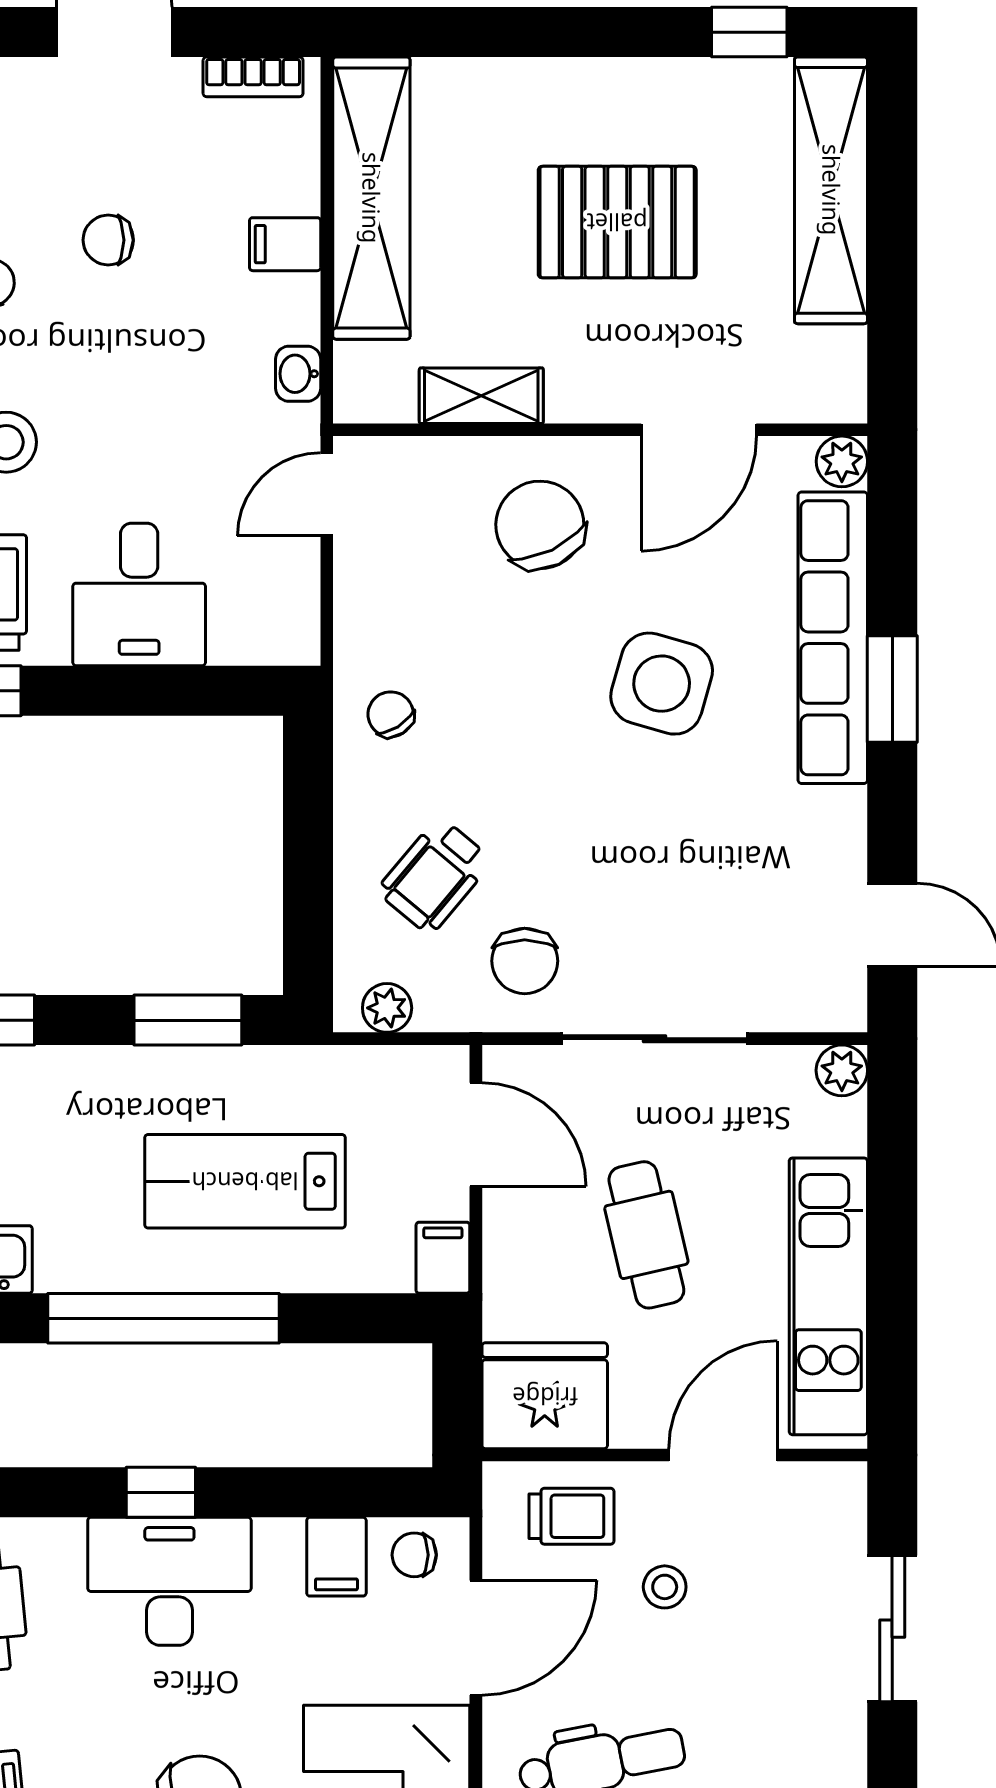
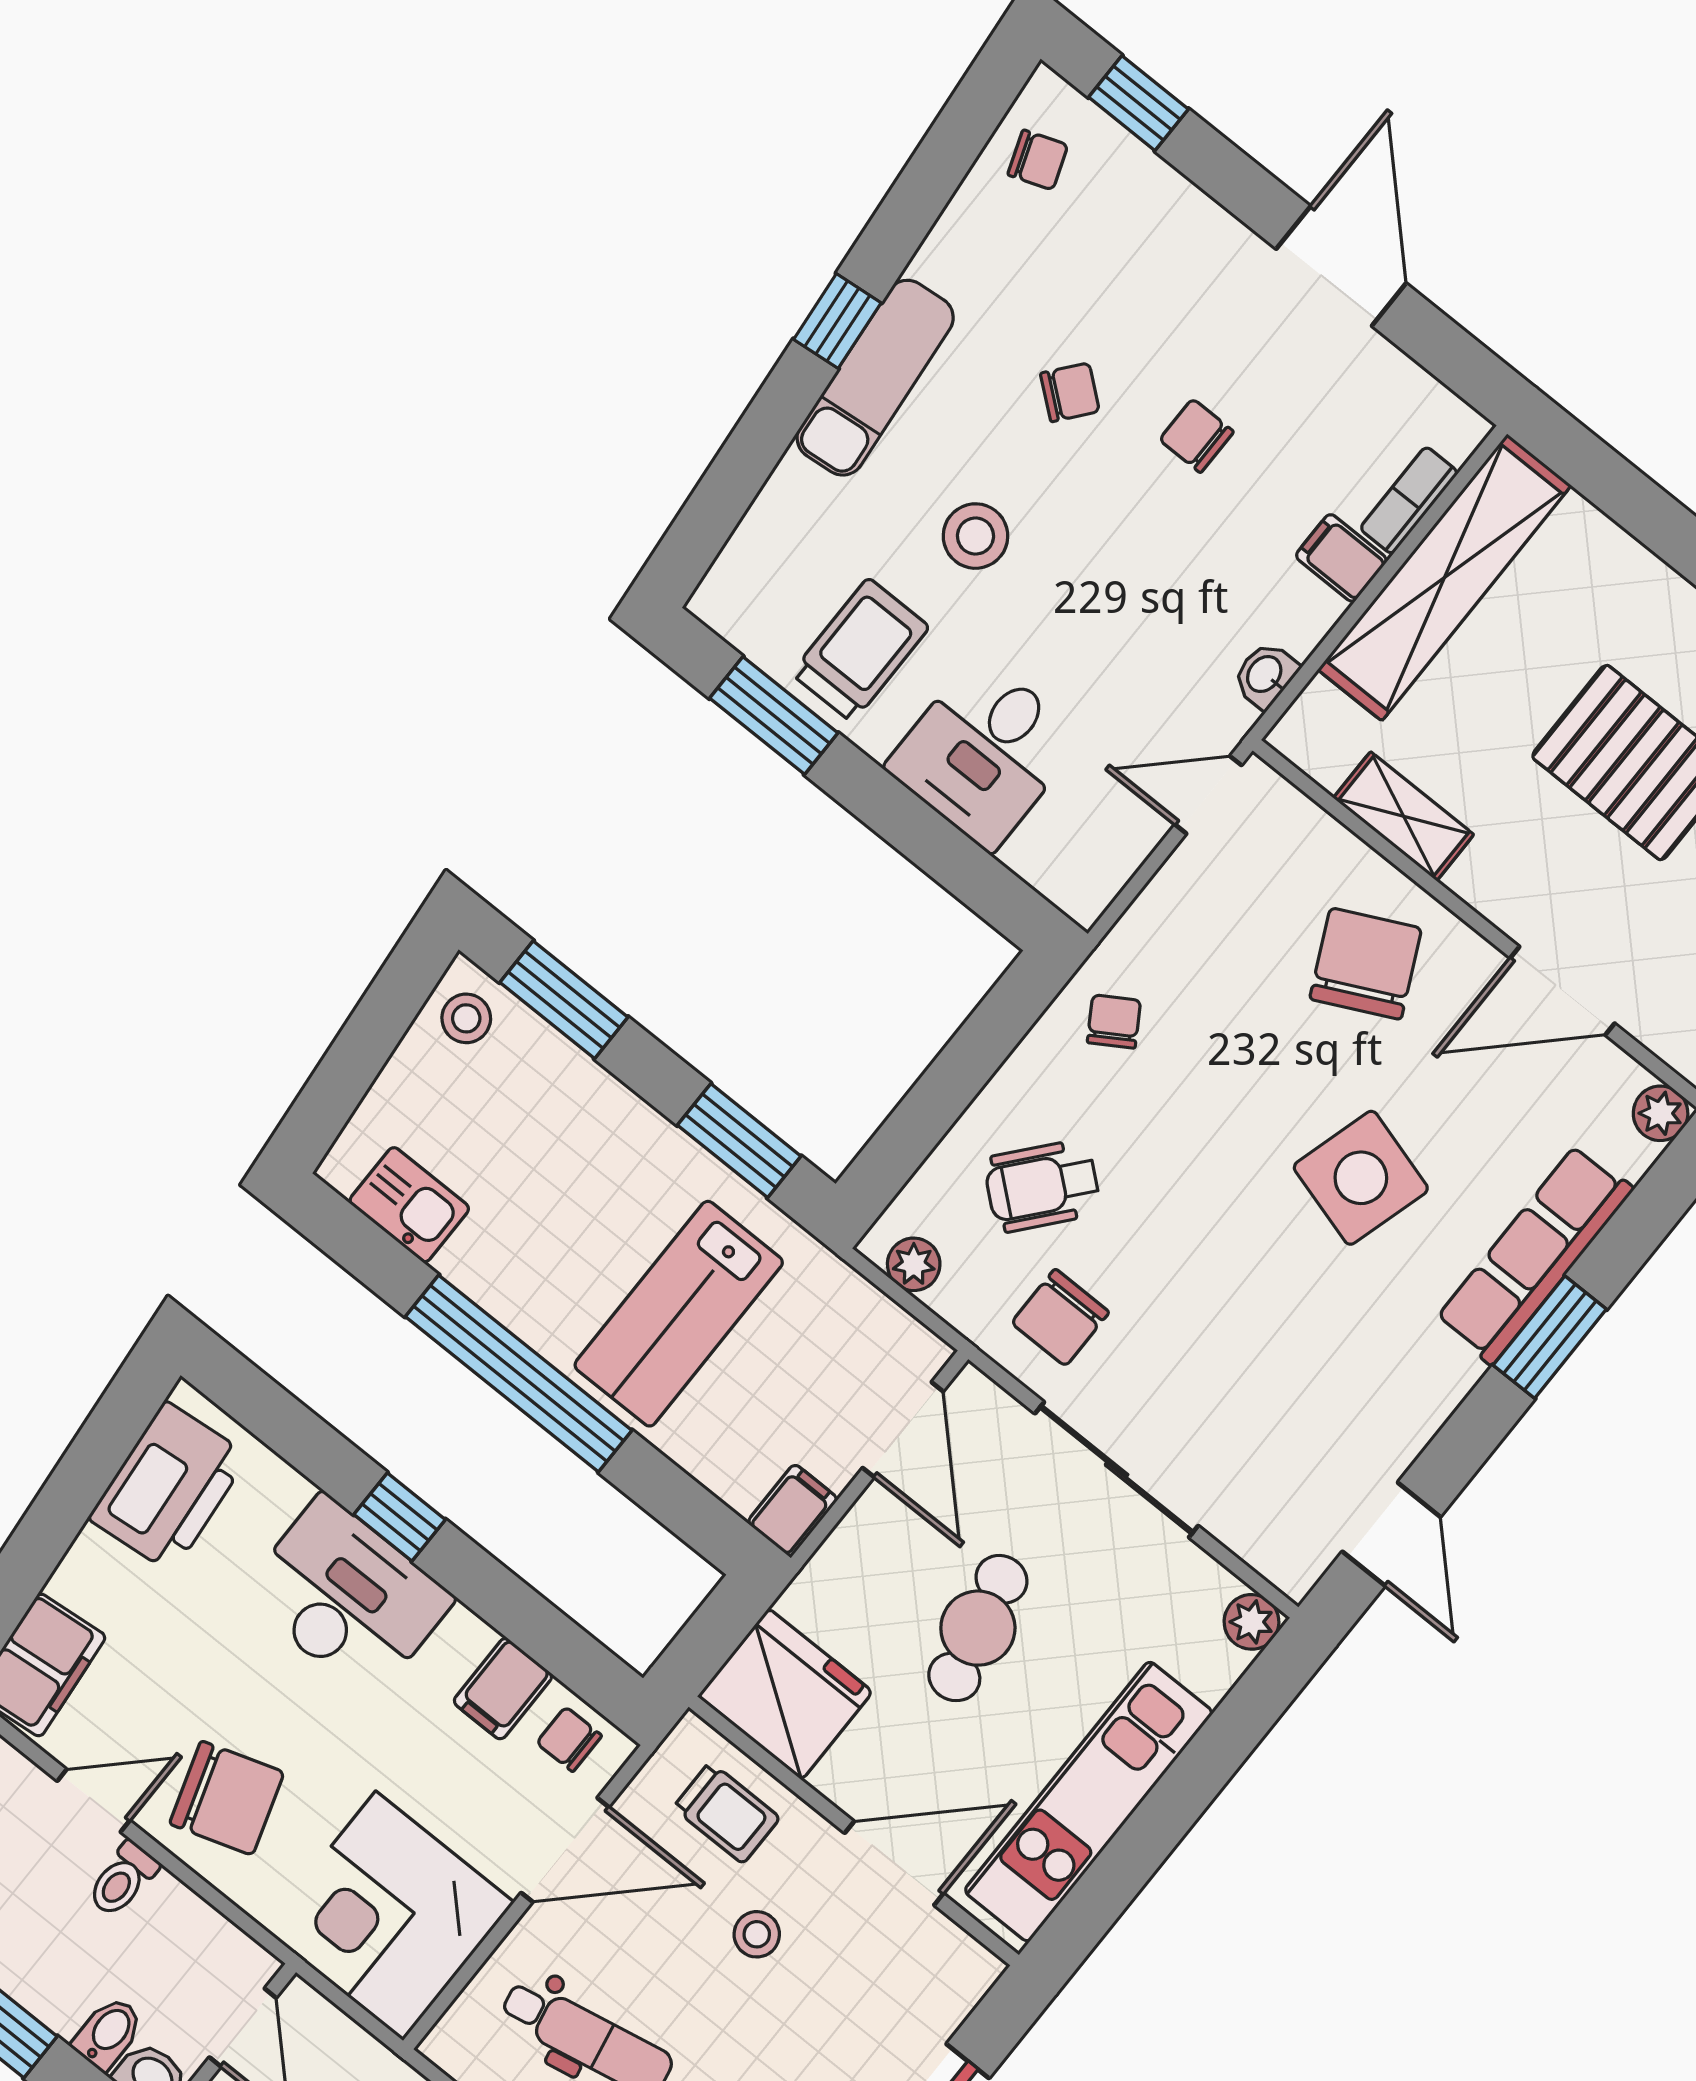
bookcase: (253, 77) -> (1409, 500), moved, turned 90
row of seats: (833, 638) -> (1535, 1254), width x0.73
lab bench: (245, 1181) -> (679, 1314), turned -90

